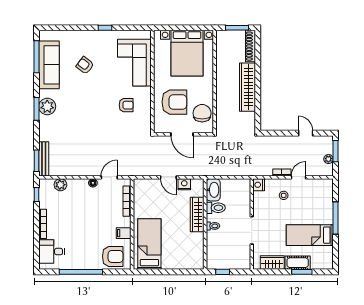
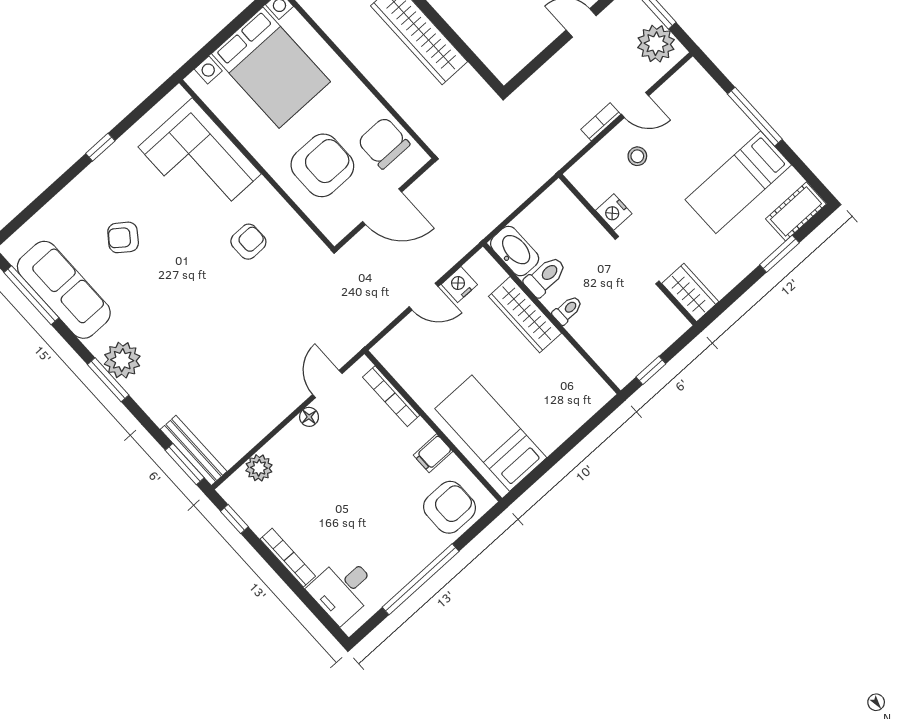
plant: (328, 159) -> (656, 44), width x1.87, depth x1.87
door: (299, 177) -> (635, 105), swing flipped
nightstand: (259, 185) -> (614, 212), moved
wardrobe: (272, 263) -> (690, 293), moved, turned 90
cot: (298, 263) -> (796, 211), moved

